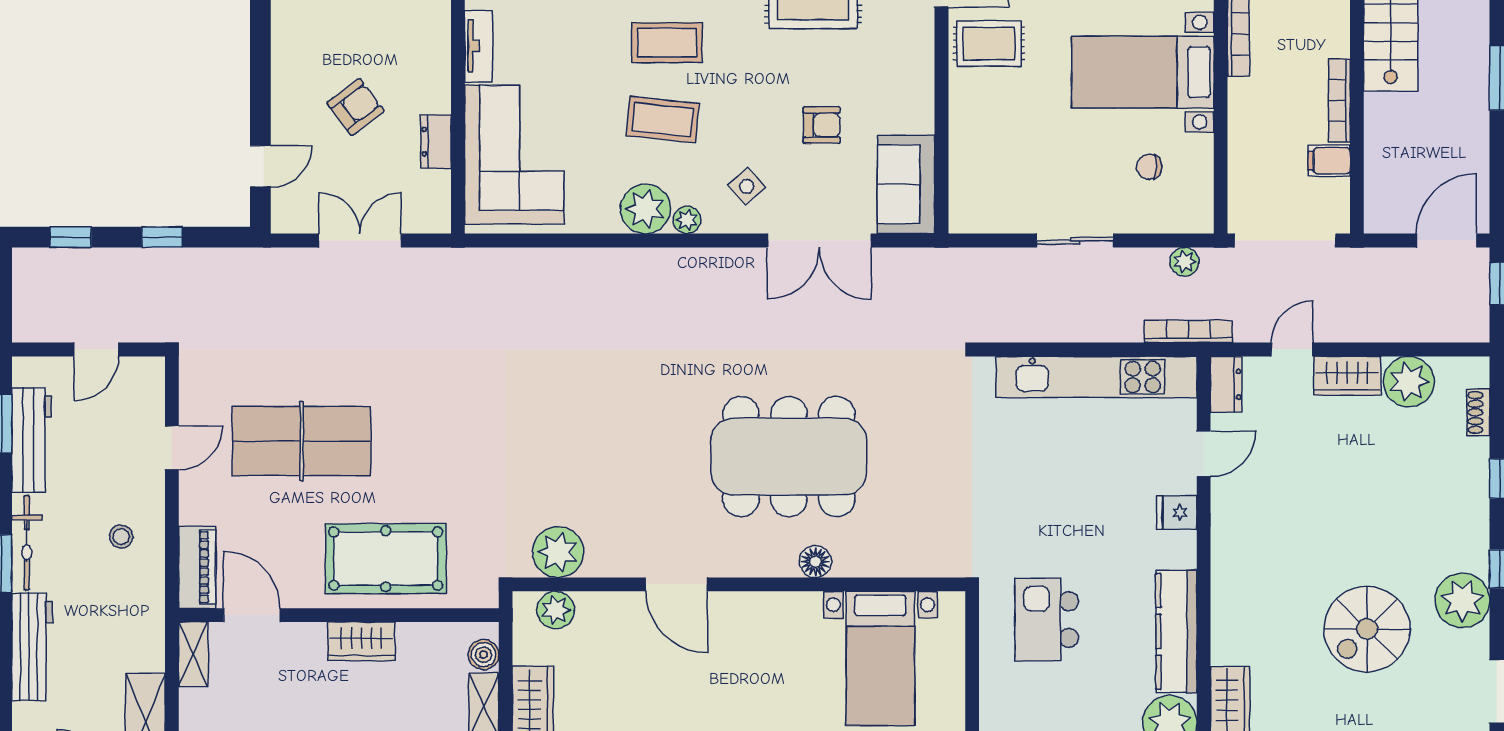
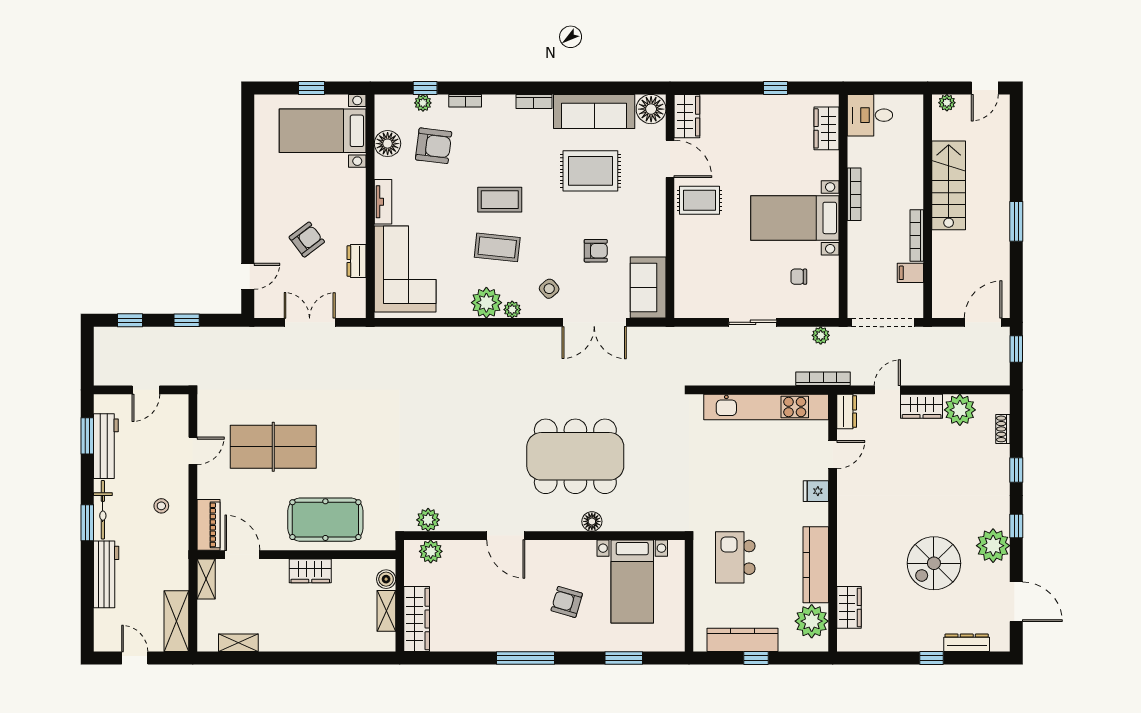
plant: (558, 552) -> (428, 520), width x0.73, depth x0.73
armchair: (775, 691) -> (567, 602), added

